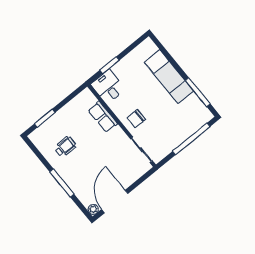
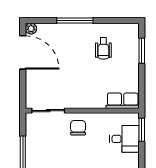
window: (110, 65) -> (142, 130), moved
desk: (108, 87) -> (124, 139), moved
row of seats: (103, 117) -> (123, 101), moved

